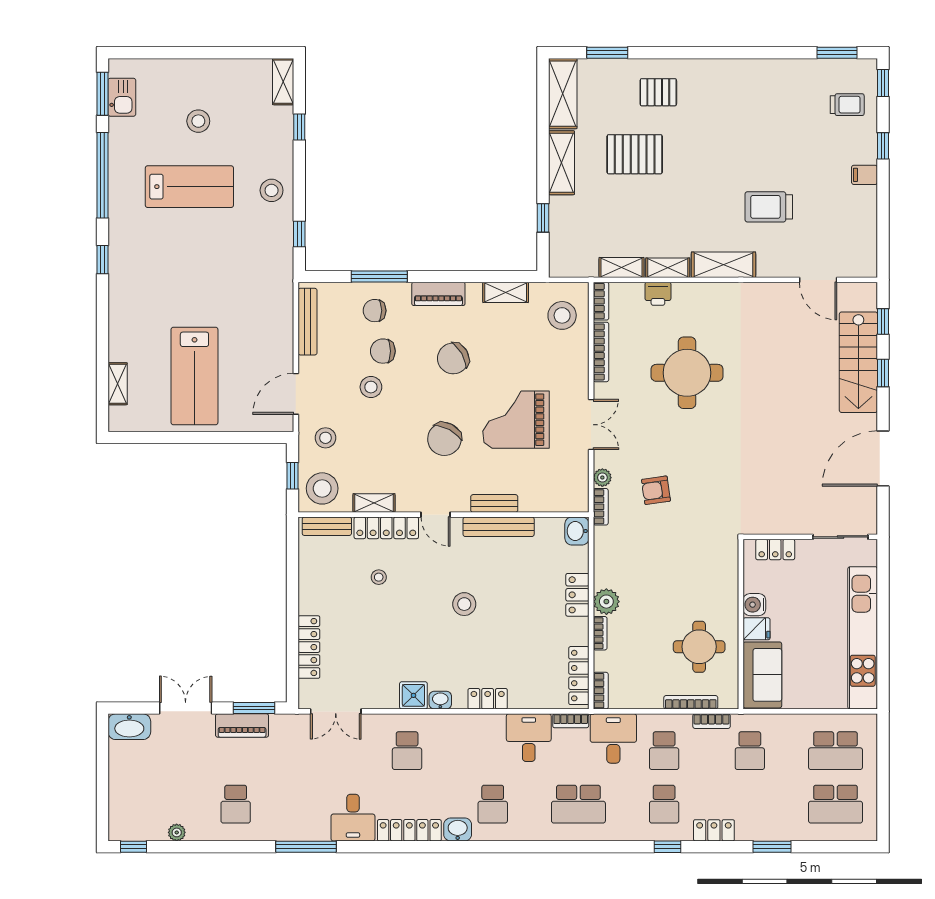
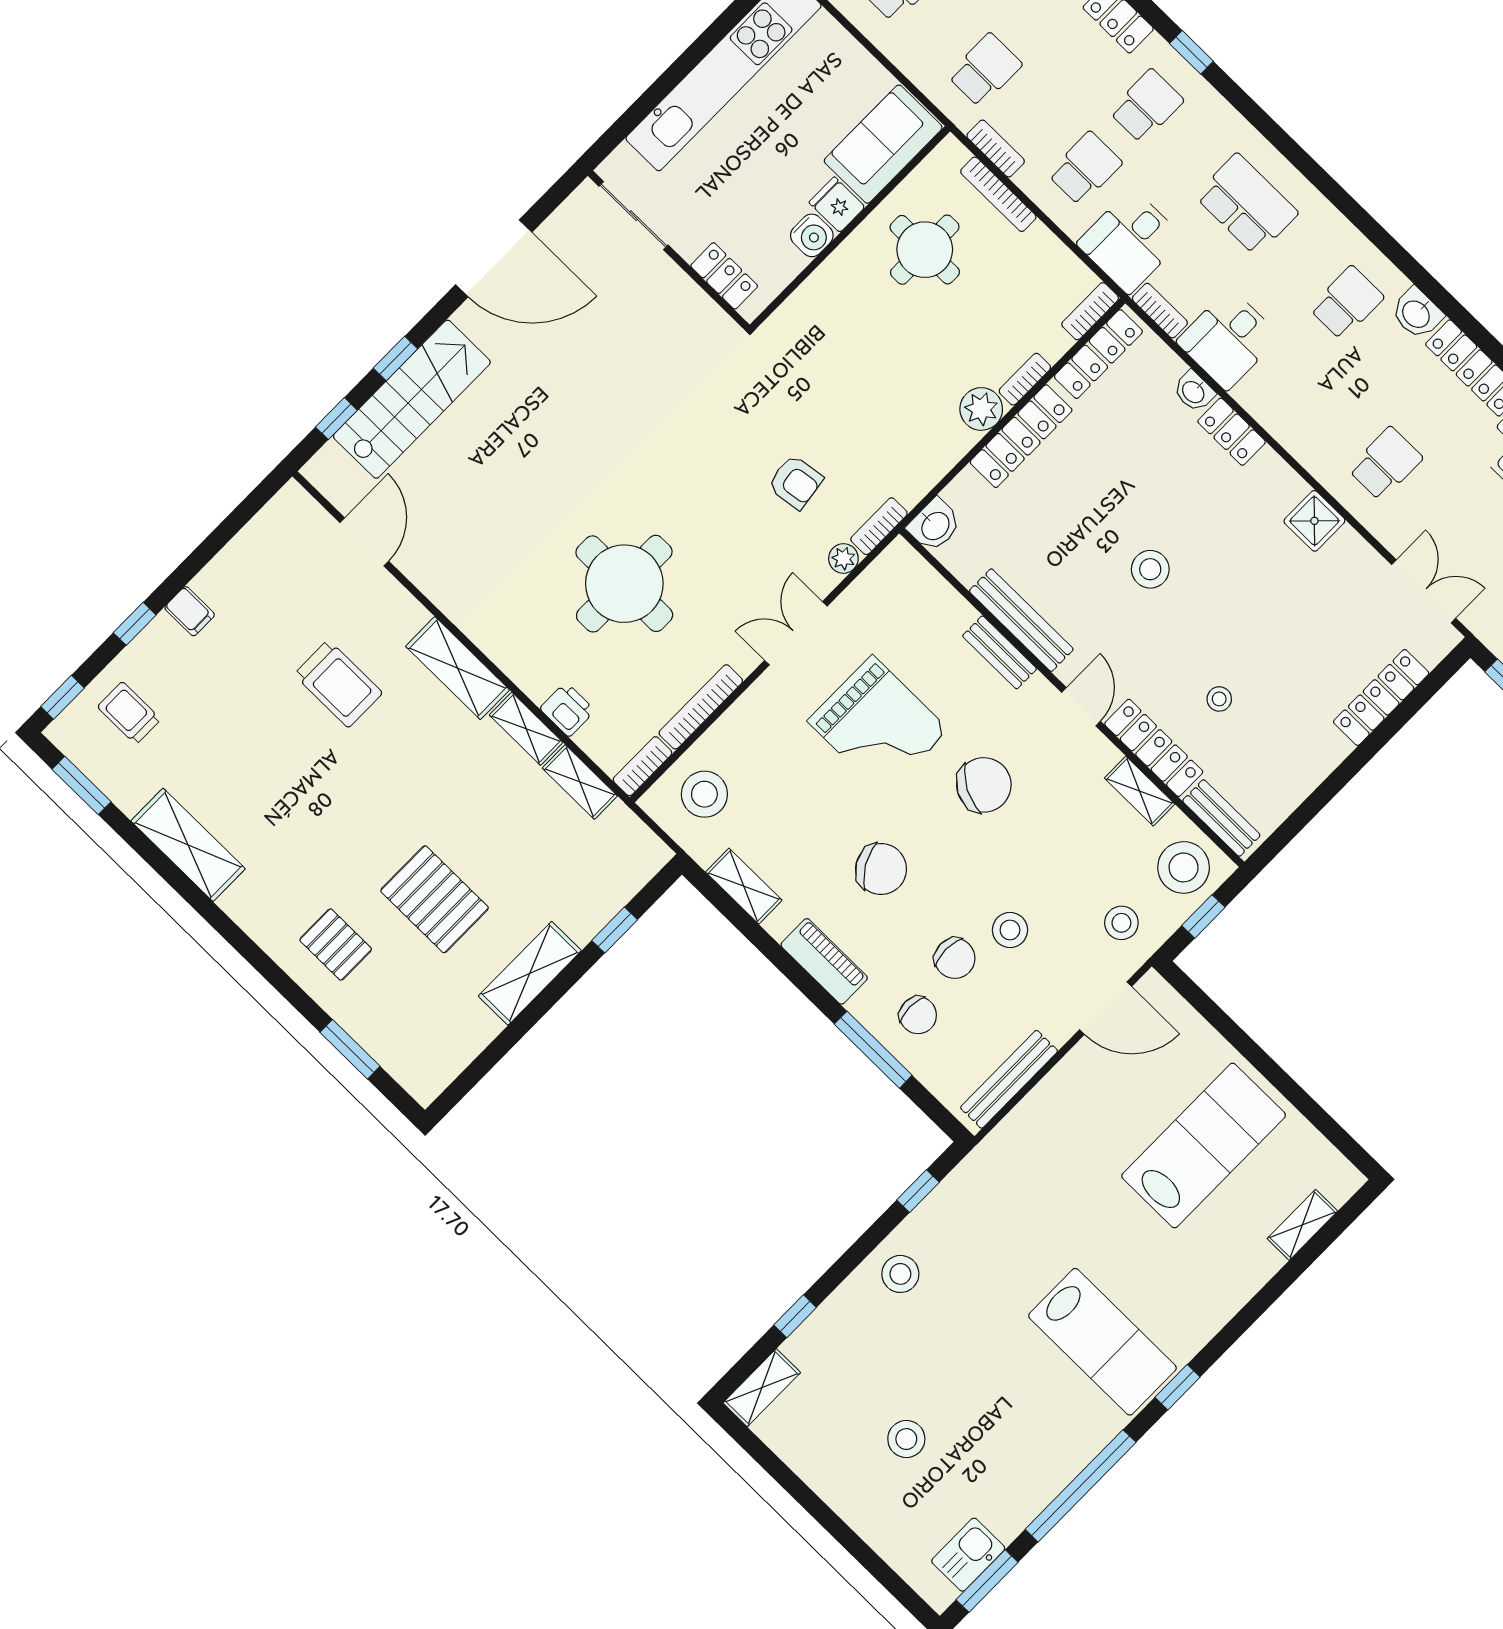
shelving: (563, 94) -> (188, 845), moved, turned 90
lab bench: (189, 187) -> (1102, 1342), moved, turned 180
locker: (577, 595) -> (1021, 436), width x1.53
washbasin: (440, 700) -> (1194, 391), moved

